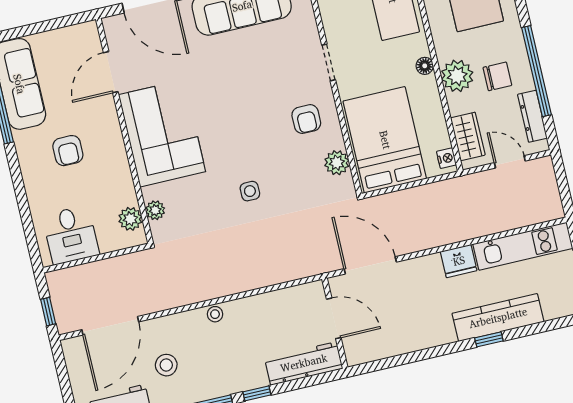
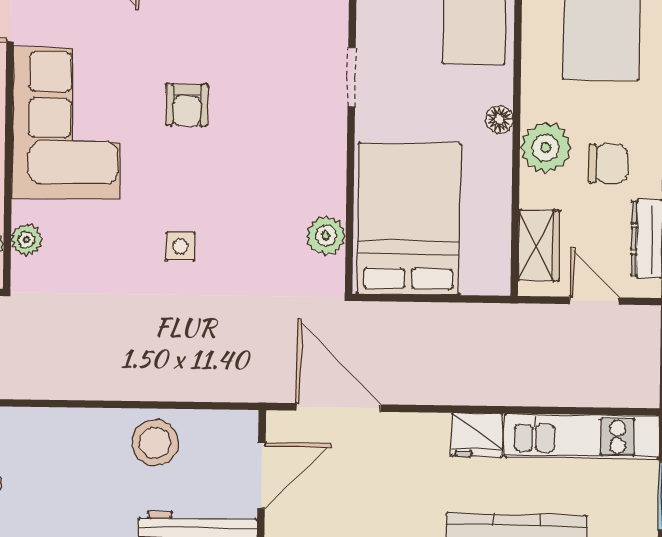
armchair: (306, 119) -> (187, 105), moved
nightstand: (446, 158) -> (498, 271), removed
stool: (215, 314) -> (155, 443), moved, width x1.89, depth x1.89
door: (334, 318) -> (261, 476), hinge flipped

